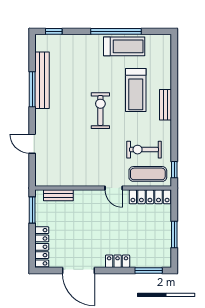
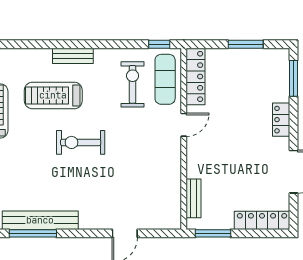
window: (32, 89) -> (33, 233), moved
treadmill: (136, 90) -> (53, 95), turned 180
exercise bike: (144, 150) -> (133, 84), turned 180

